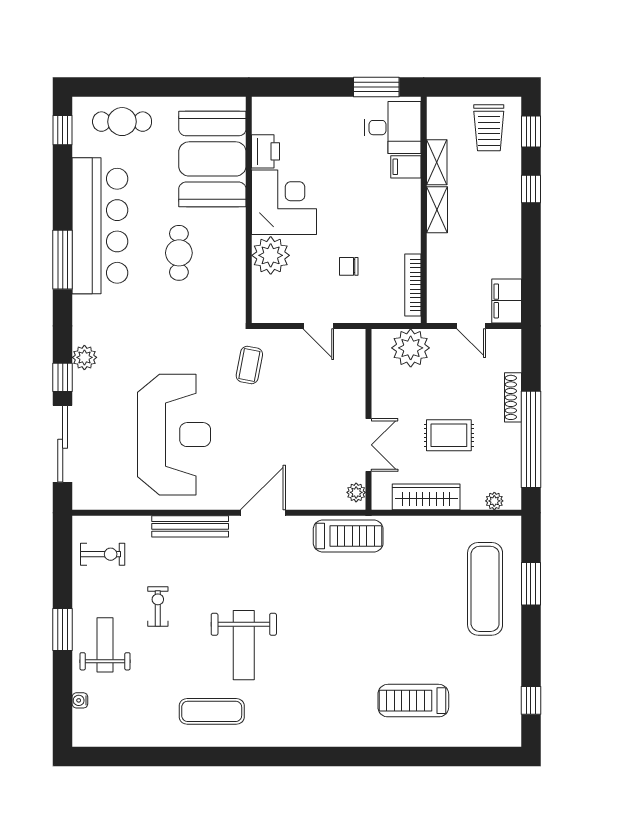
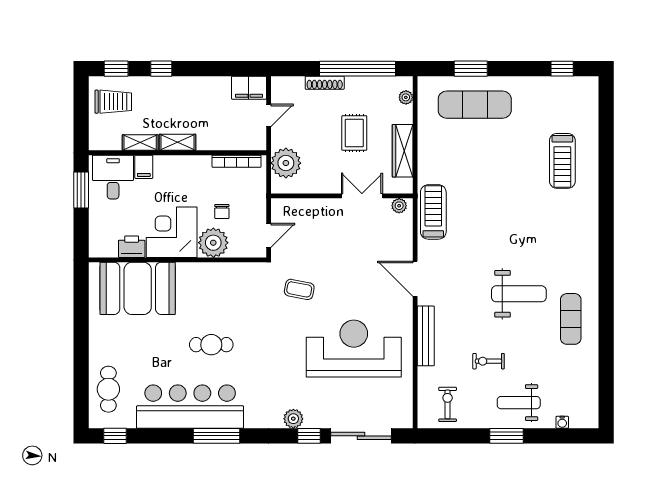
printer: (266, 151) -> (132, 247), moved
booth: (212, 159) -> (138, 288), moved
corner desk: (284, 202) -> (172, 232), moved
wall: (249, 210) -> (178, 260), moved
plant: (271, 255) -> (213, 243), moved

